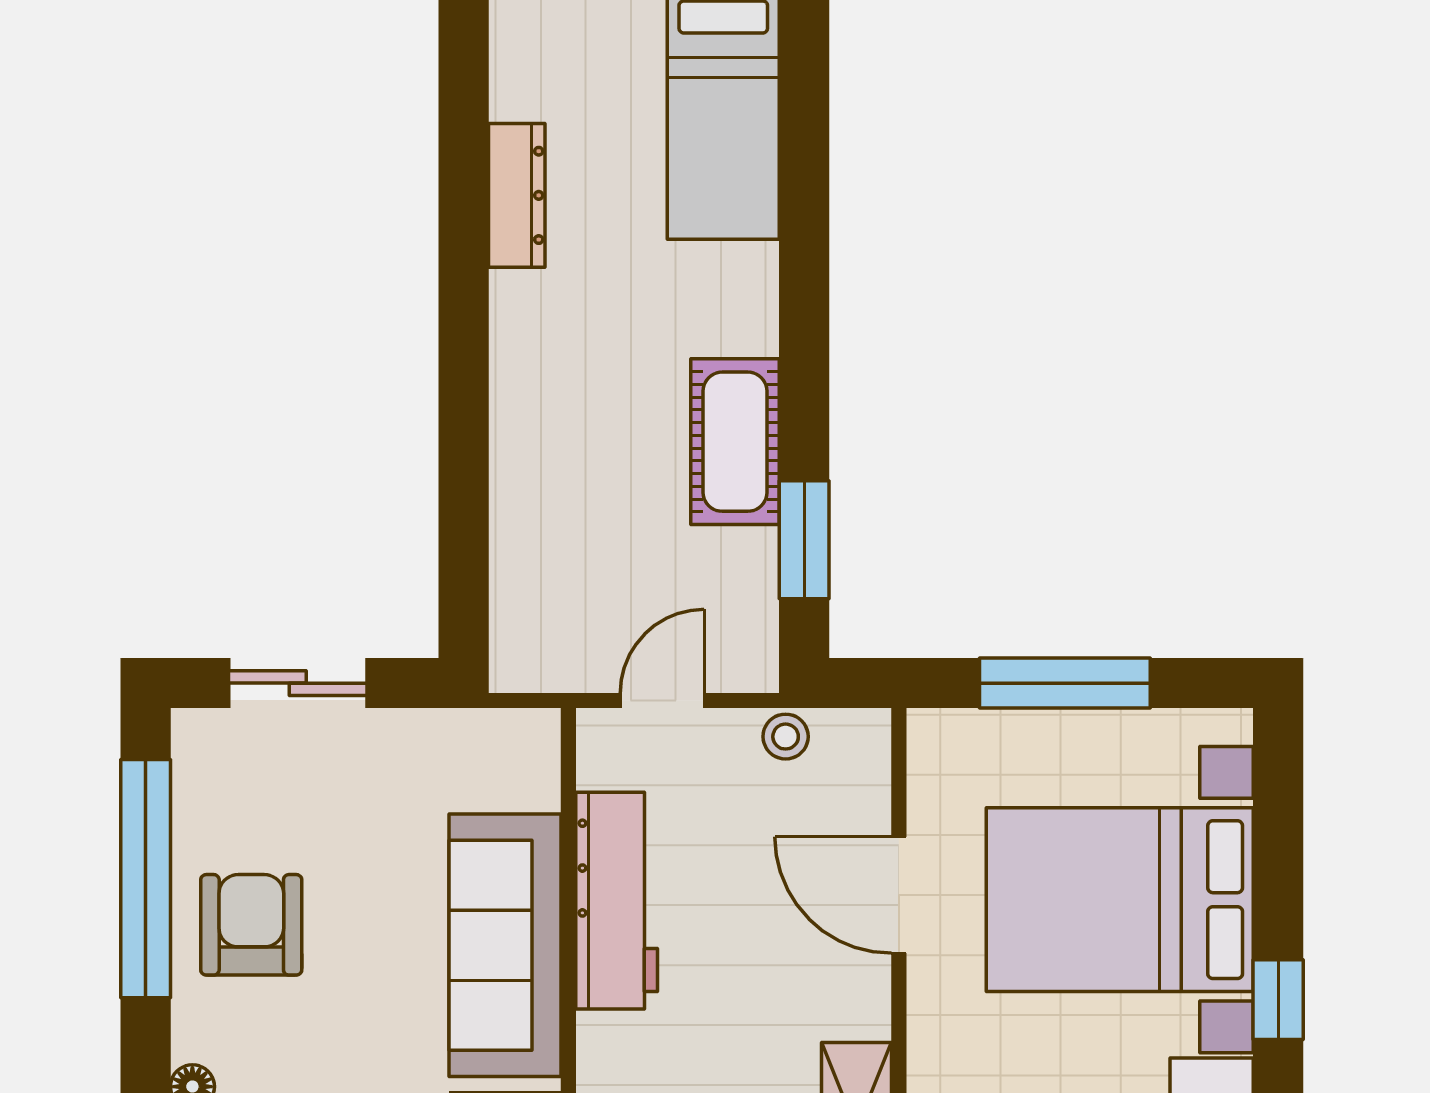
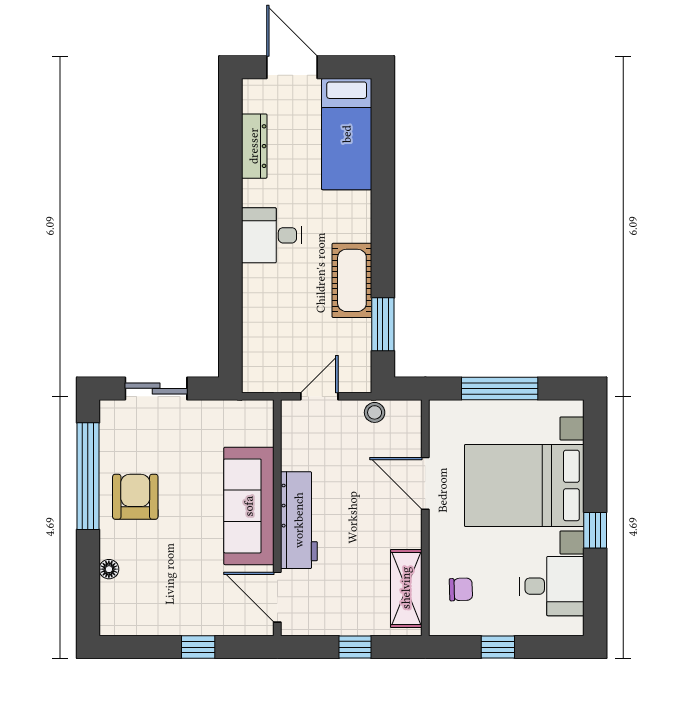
dresser: (517, 195) -> (254, 146), moved
desk: (555, 341) -> (271, 235), added
workbench: (617, 901) -> (299, 520), moved

